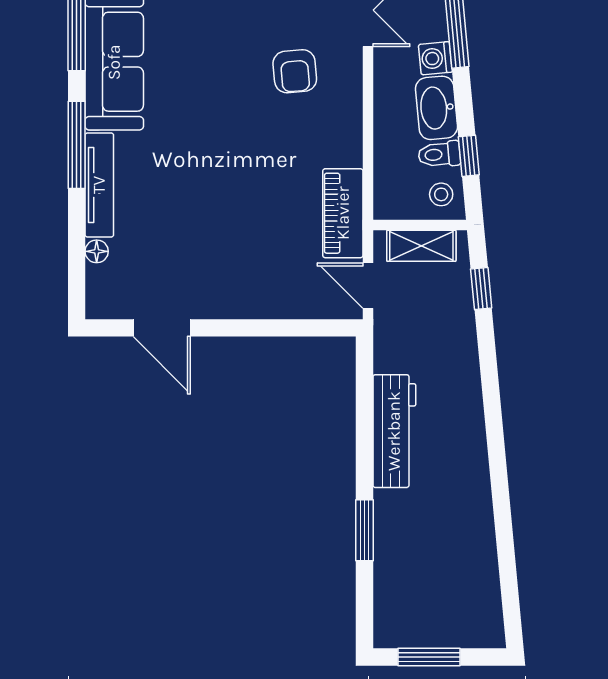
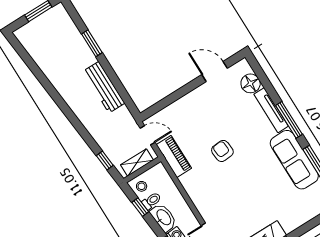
armchair: (295, 71) -> (222, 151), moved
floor lamp: (97, 251) -> (251, 83), width x1.89, depth x1.89

